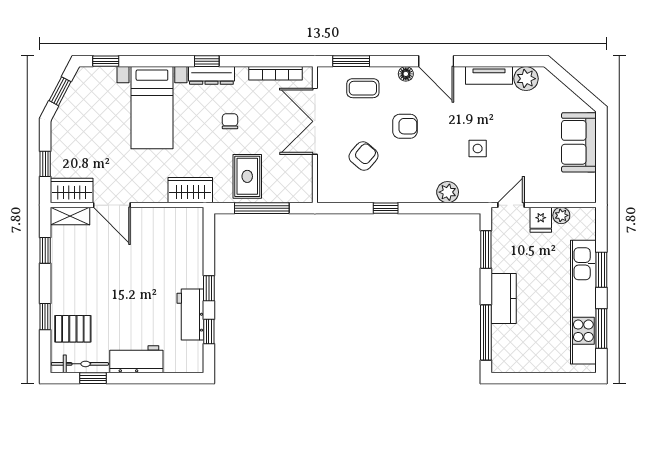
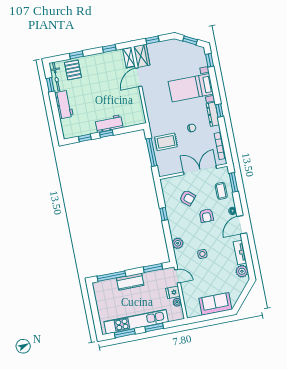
wardrobe: (190, 190) -> (154, 115), removed
workbench: (190, 315) -> (109, 124), moved

